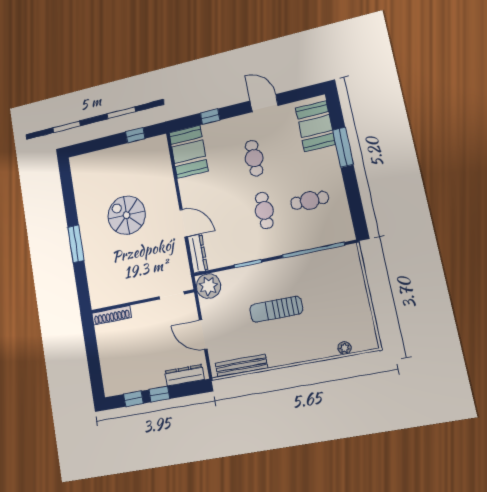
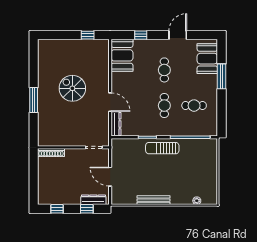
door: (264, 103) -> (178, 35), hinge flipped
plant: (208, 286) -> (119, 146), removed
sun lounger: (276, 309) -> (162, 148), moved
bench: (241, 366) -> (153, 200), moved
window: (159, 394) -> (87, 209), moved

